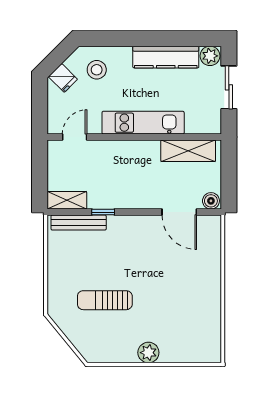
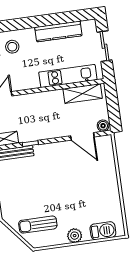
plant: (210, 56) -> (89, 26), removed
kitchen unit: (143, 123) -> (68, 76), moved
sun lounger: (105, 300) -> (38, 225), moved
barbecue: (190, 351) -> (103, 231), added

